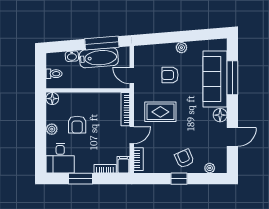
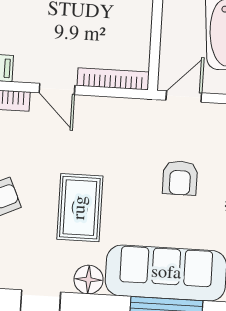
armchair: (170, 75) -> (180, 178), turned 180
rug: (160, 112) -> (80, 208), moved

